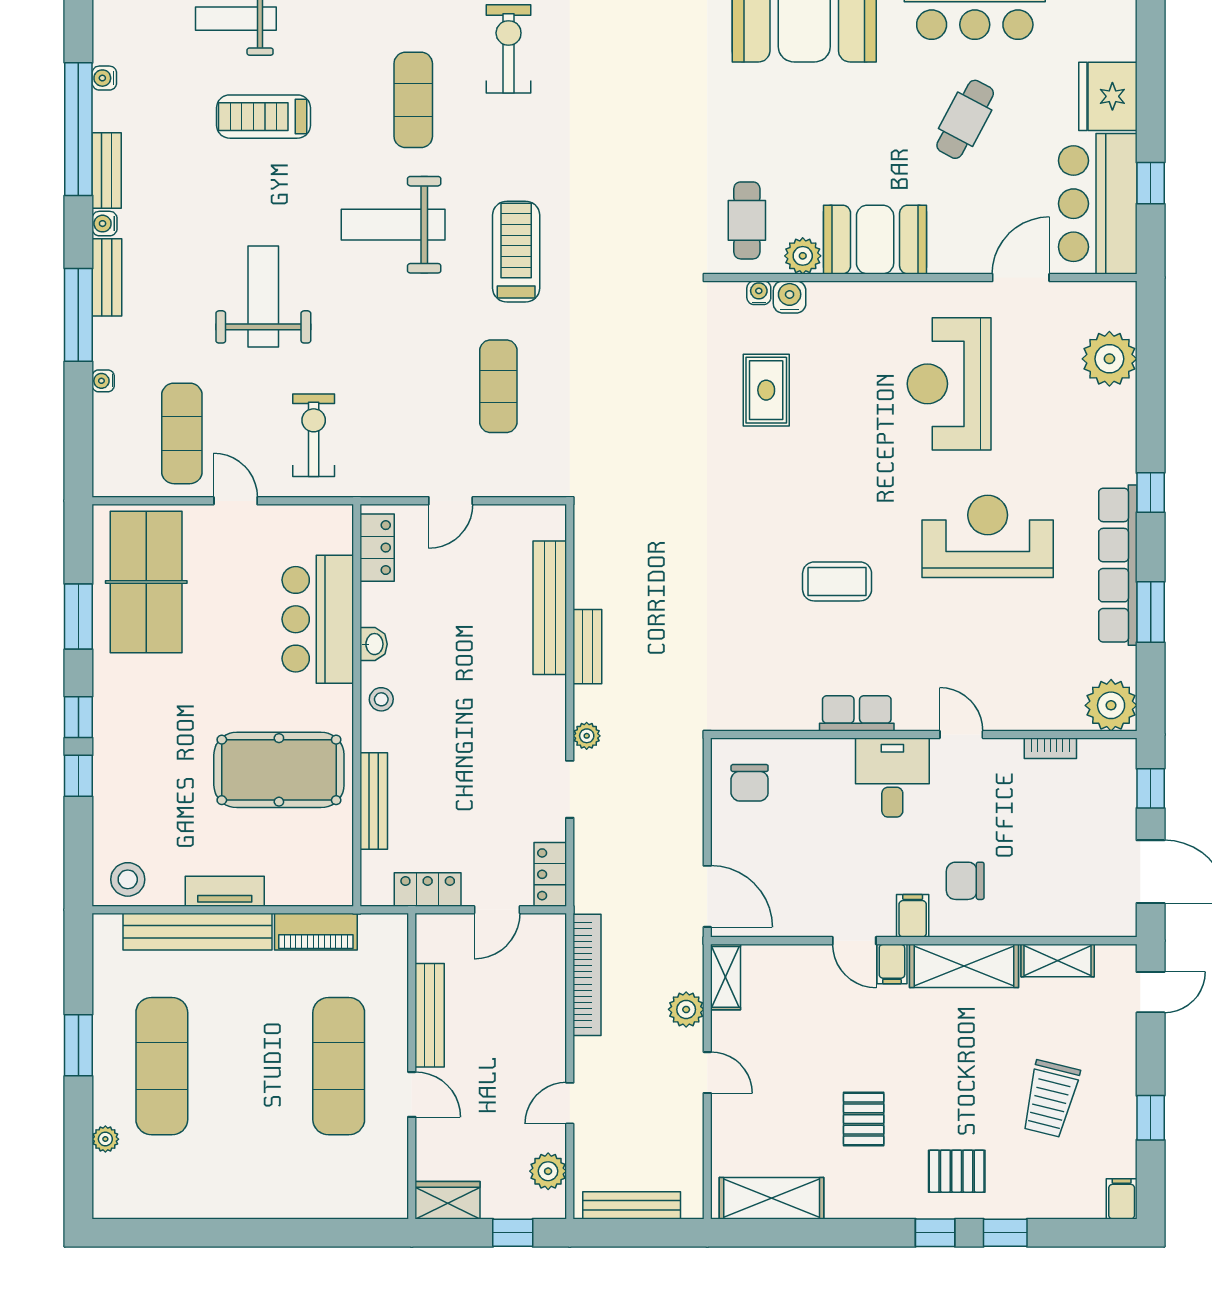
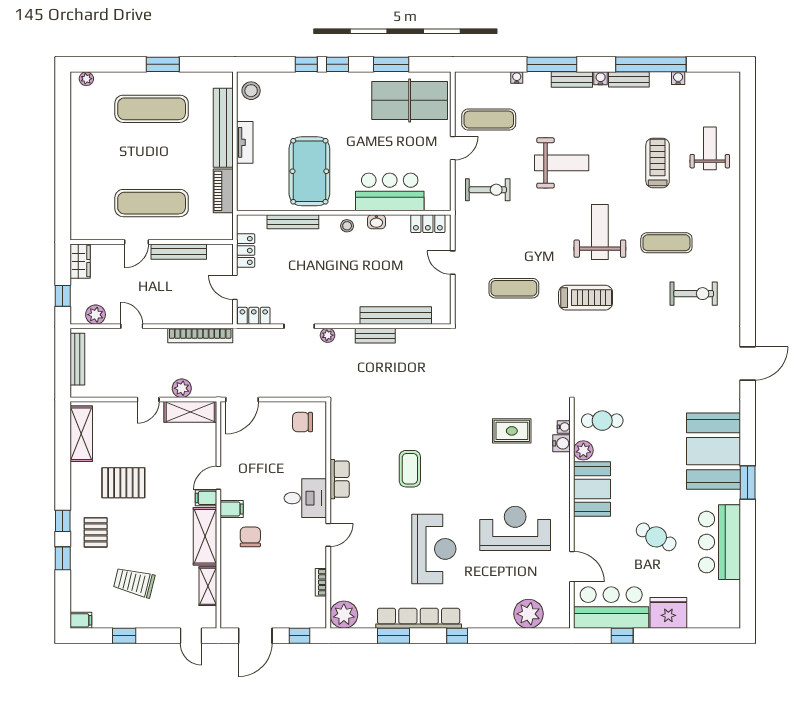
shelving: (725, 977) -> (190, 412), width x1.50, depth x1.33
pallet: (864, 1119) -> (123, 483), width x1.50, depth x1.42
plant: (105, 1139) -> (86, 79), moved

